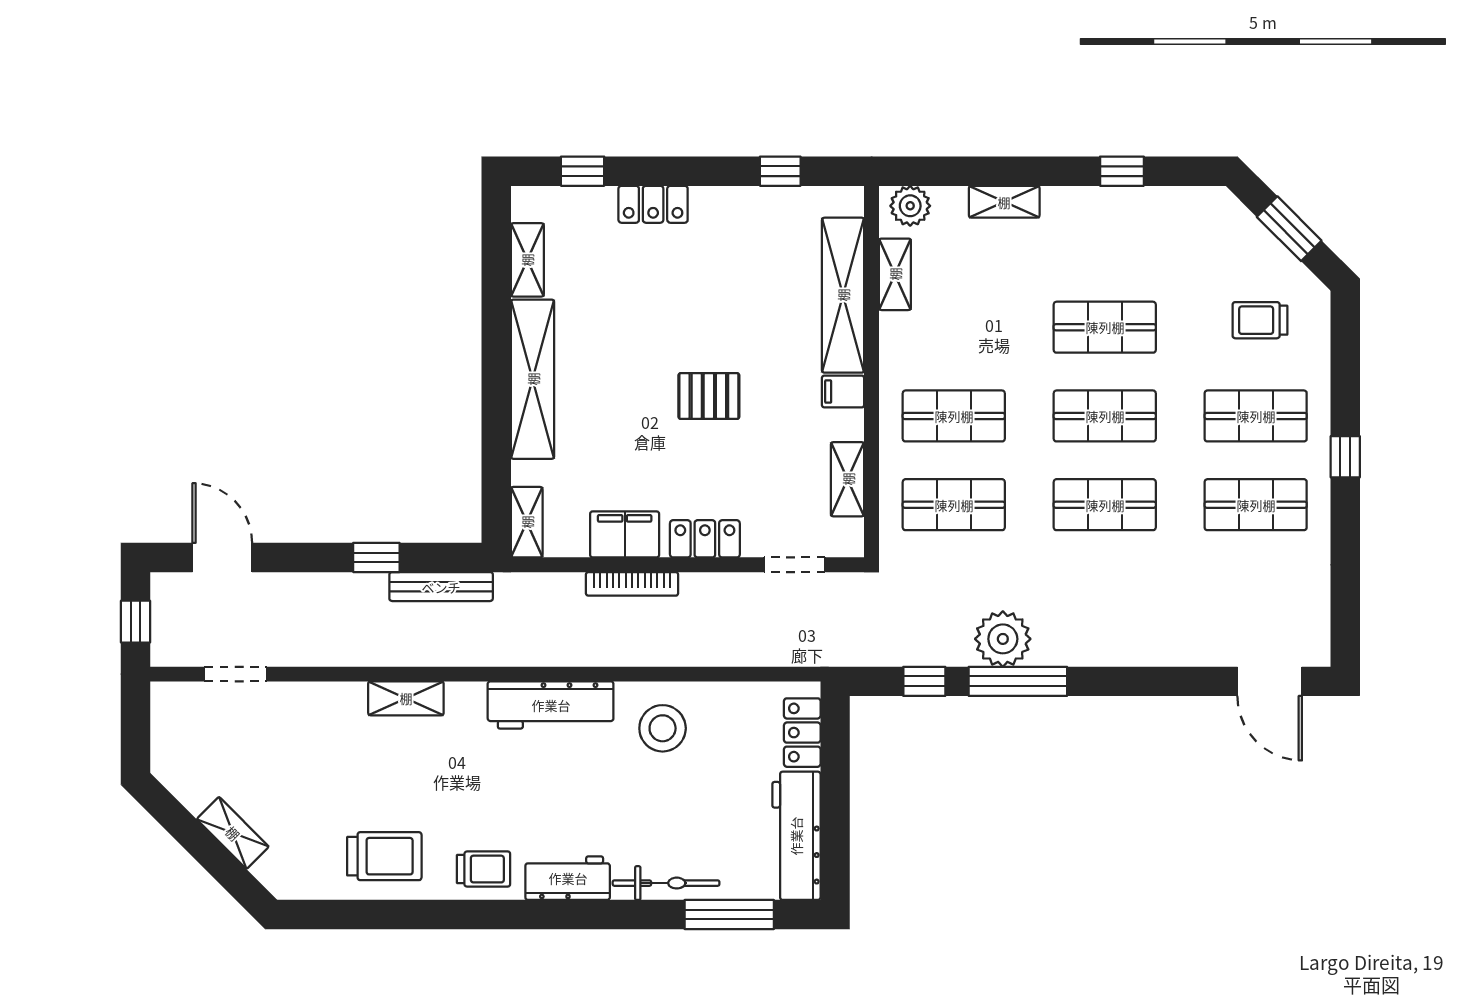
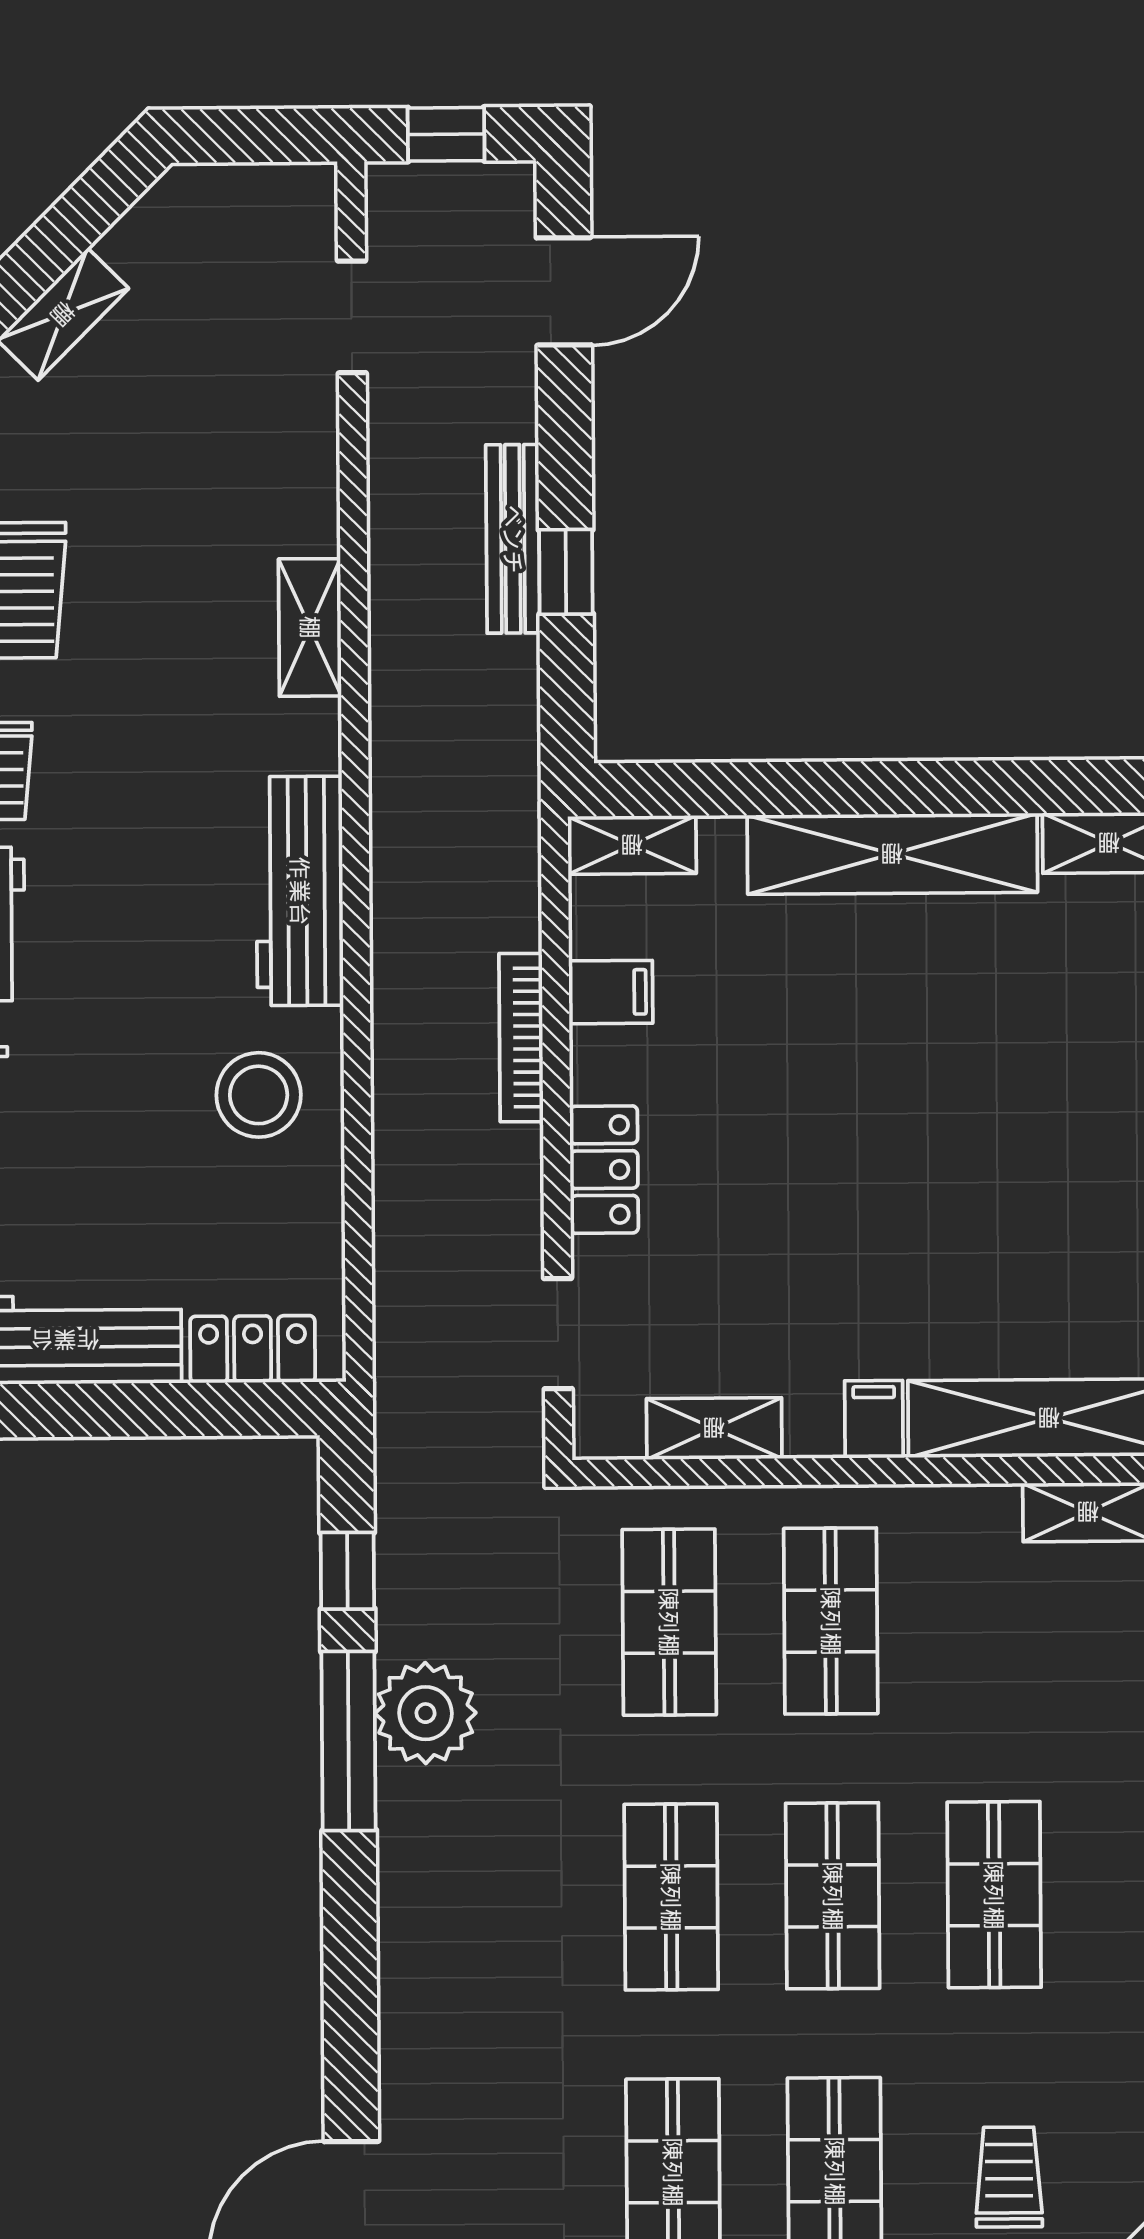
pallet: (709, 396) -> (864, 1175), removed
filing cabinet: (625, 534) -> (611, 992), width x0.50
bench: (441, 587) -> (513, 539), moved

